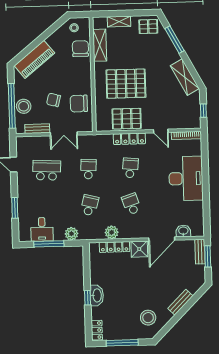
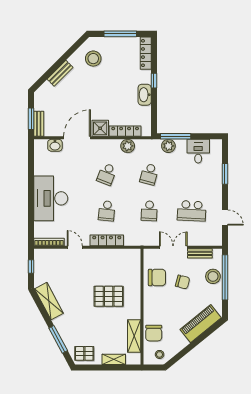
pallet: (126, 84) -> (109, 296), width x0.73, depth x0.71
pallet: (127, 119) -> (109, 261), removed
school desk: (131, 204) -> (107, 174), turned 39
window: (49, 244) -> (176, 136), moved
washbasin: (97, 295) -> (145, 95), moved
locker: (97, 330) -> (146, 53), width x1.53

